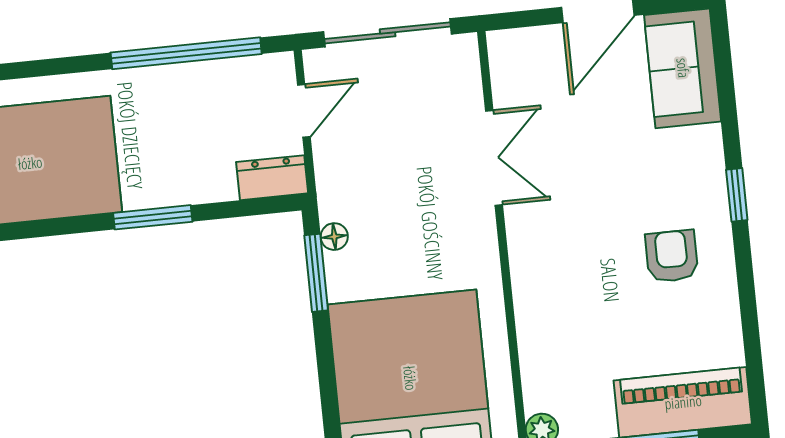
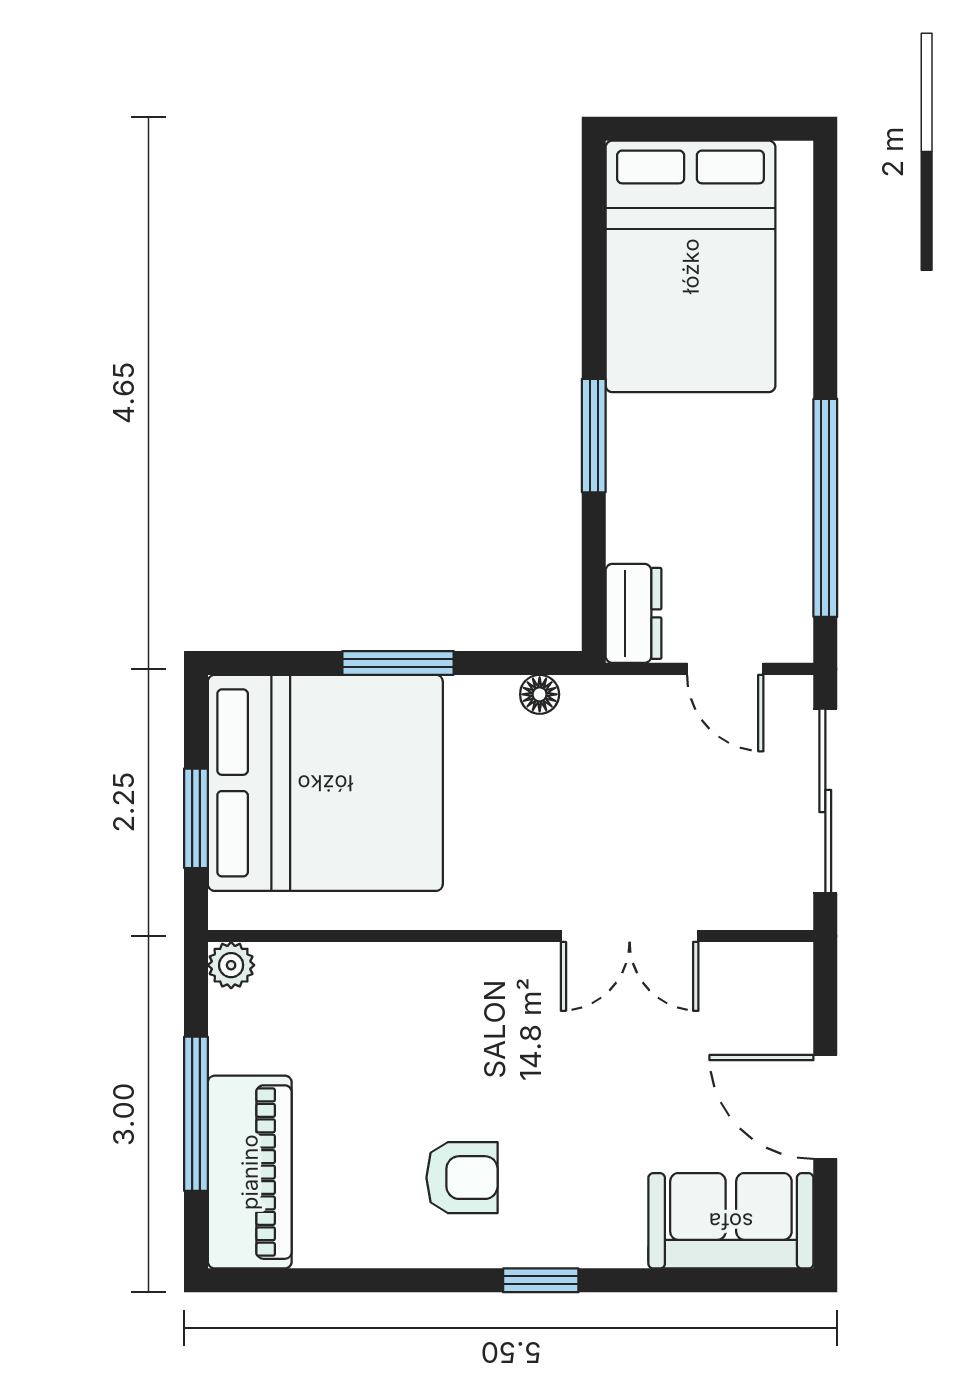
window: (316, 273) -> (398, 663), moved

